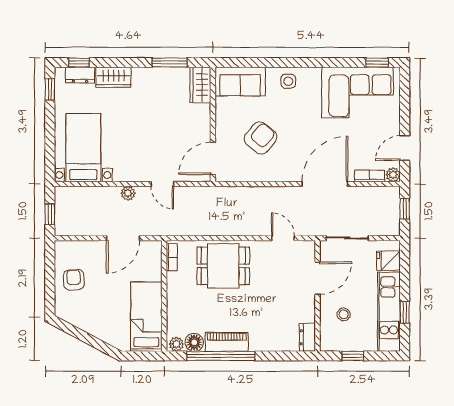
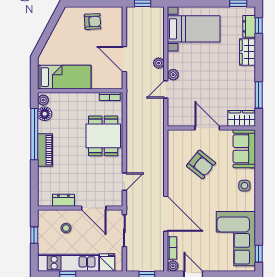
door: (213, 158) -> (207, 128), moved
plant: (143, 174) -> (173, 75), added
dresser: (307, 337) -> (63, 200), moved
piano: (227, 342) -> (45, 150), moved

